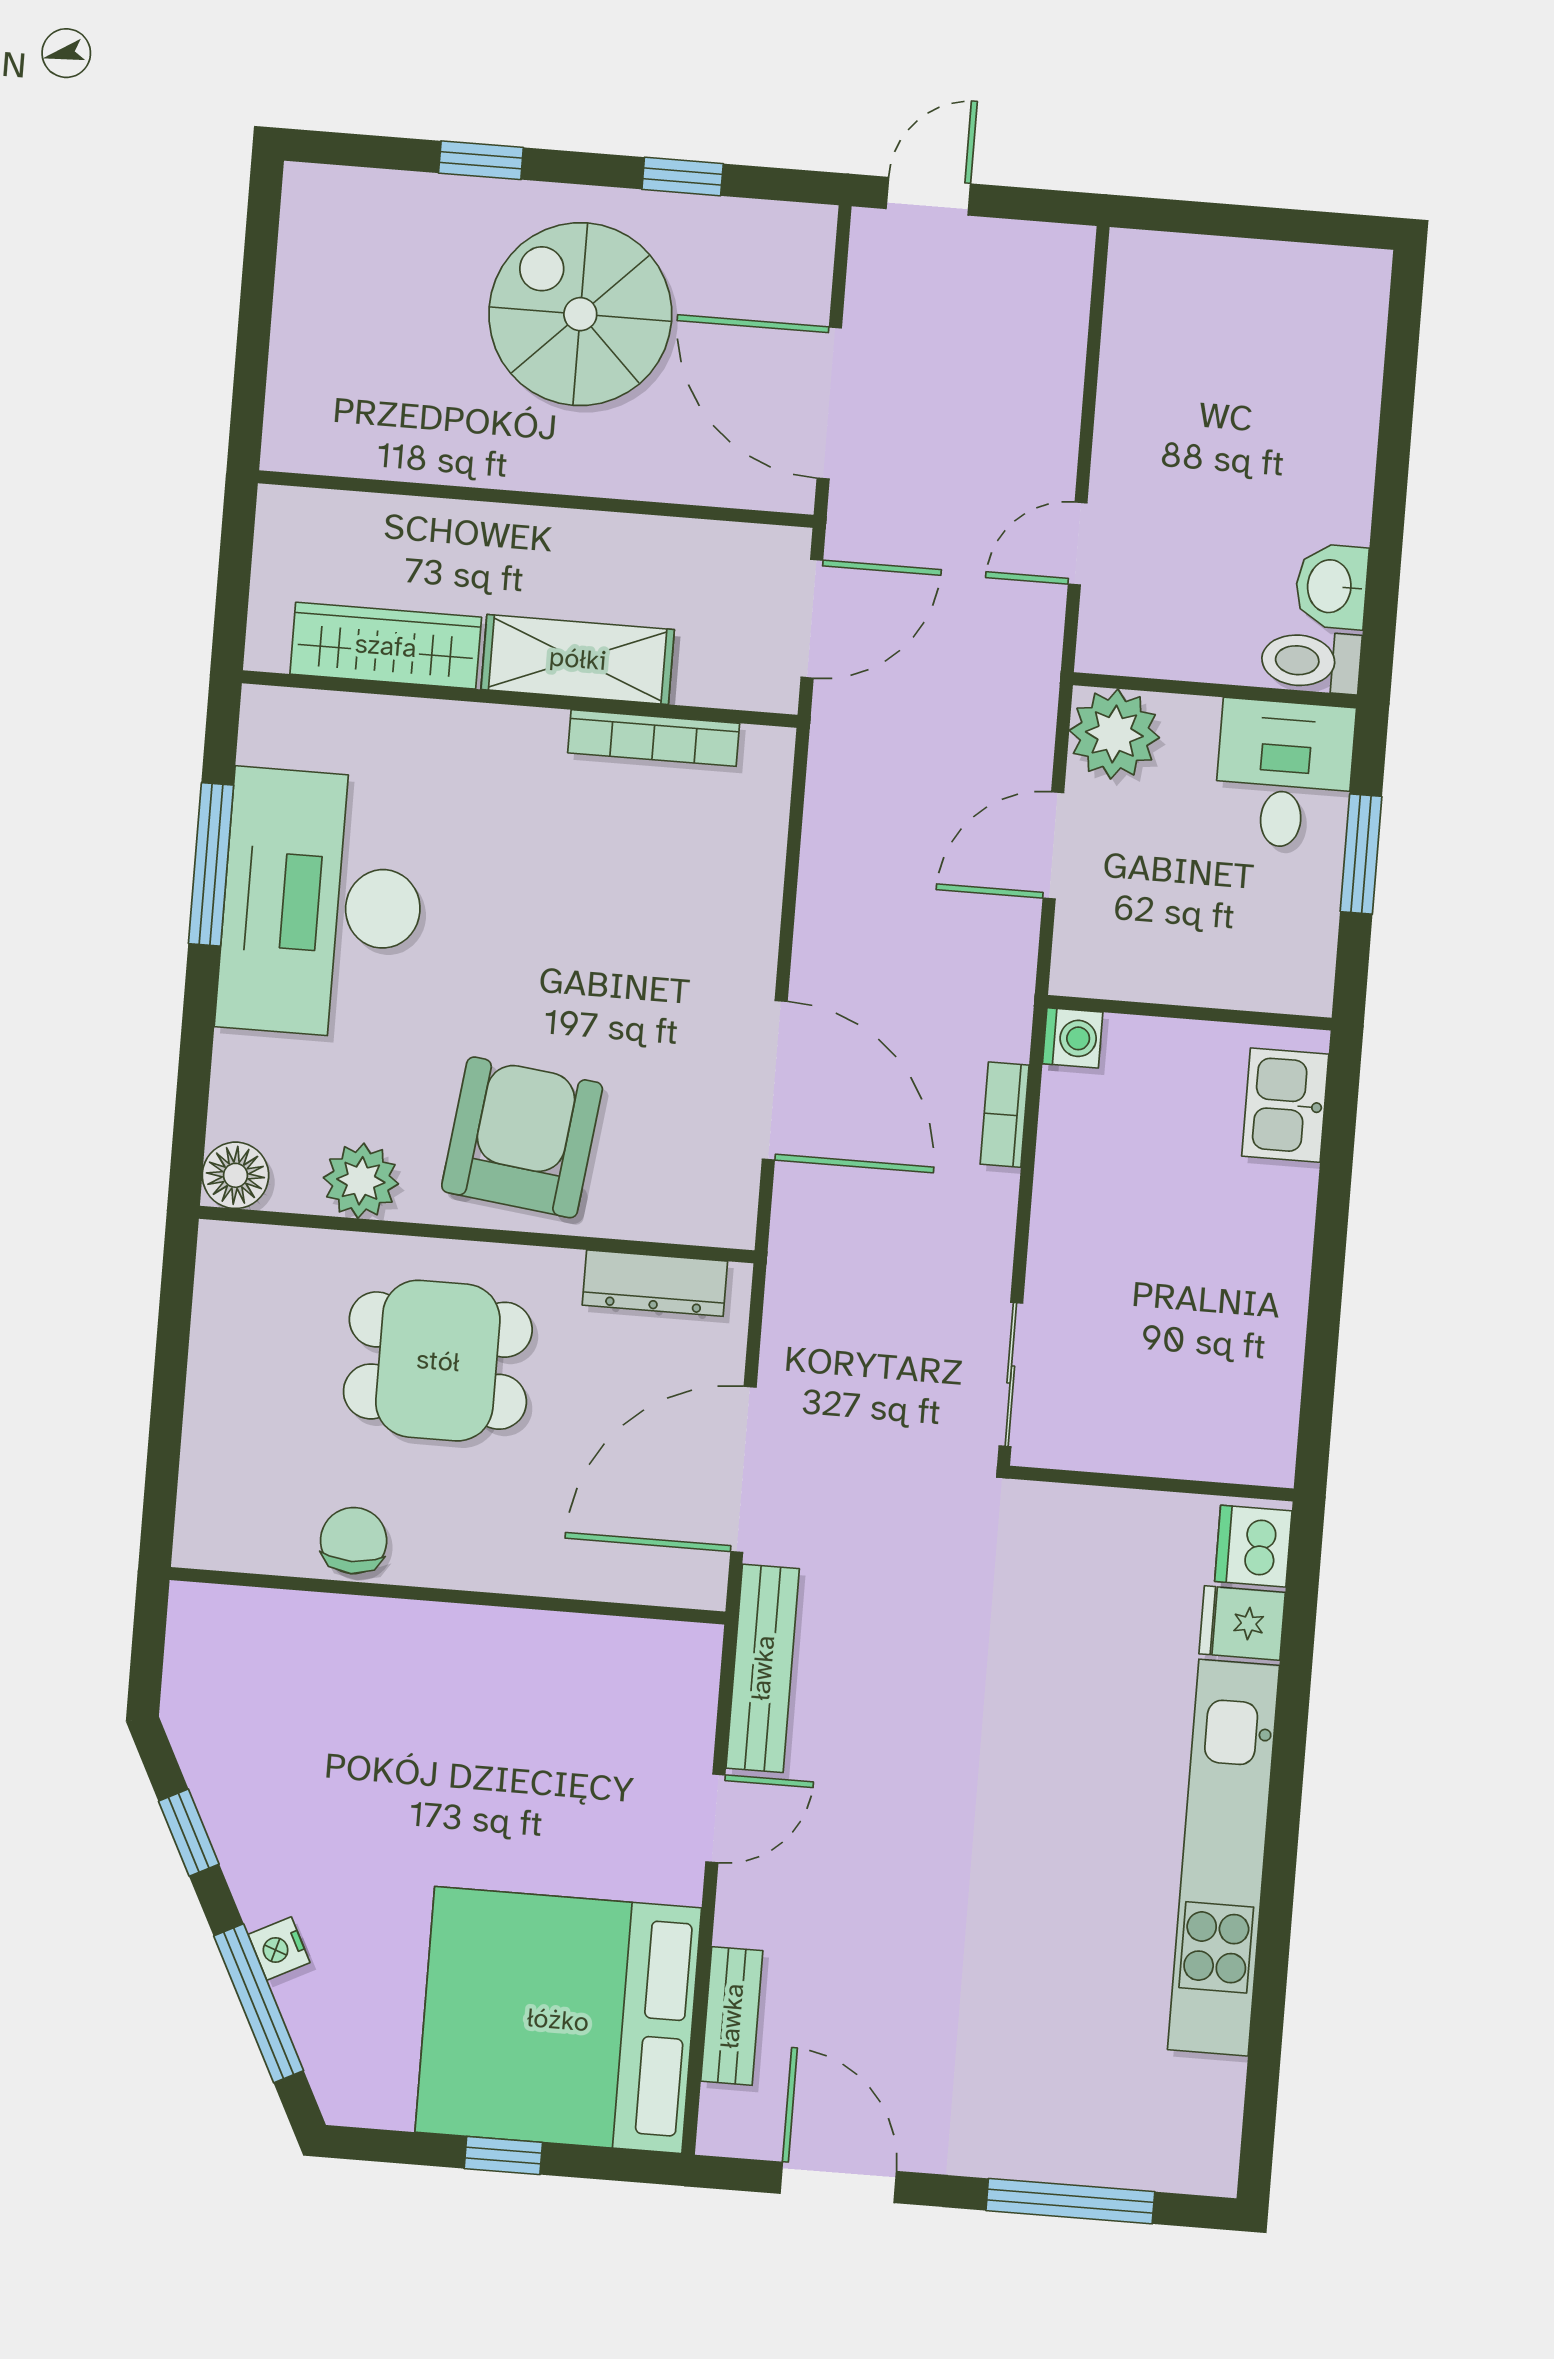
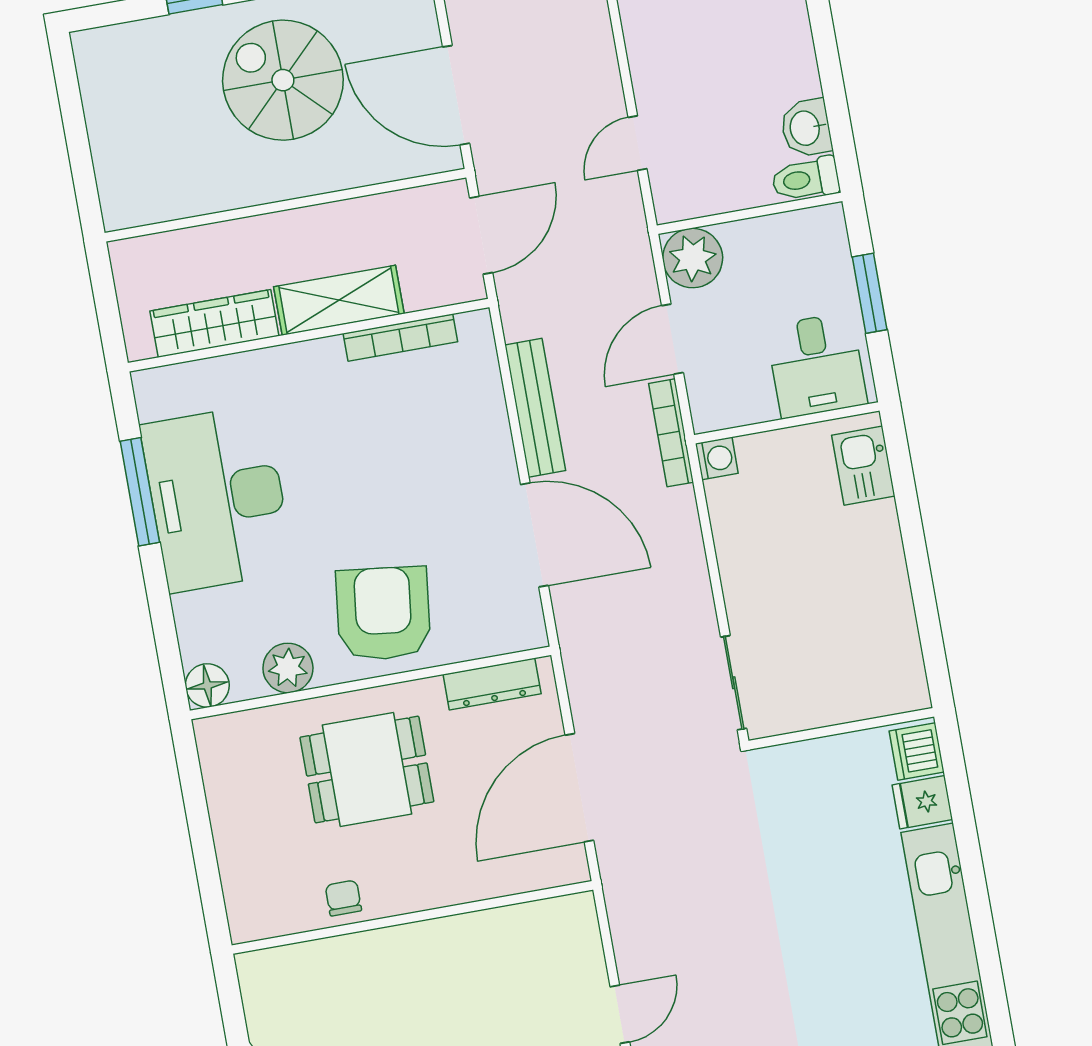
desk: (1284, 774) -> (817, 365), moved, turned 180
bookcase: (1005, 1115) -> (671, 433), moved, width x1.56
chair: (354, 1541) -> (343, 898), width x0.73, depth x0.73
bench: (763, 1668) -> (535, 408), moved

